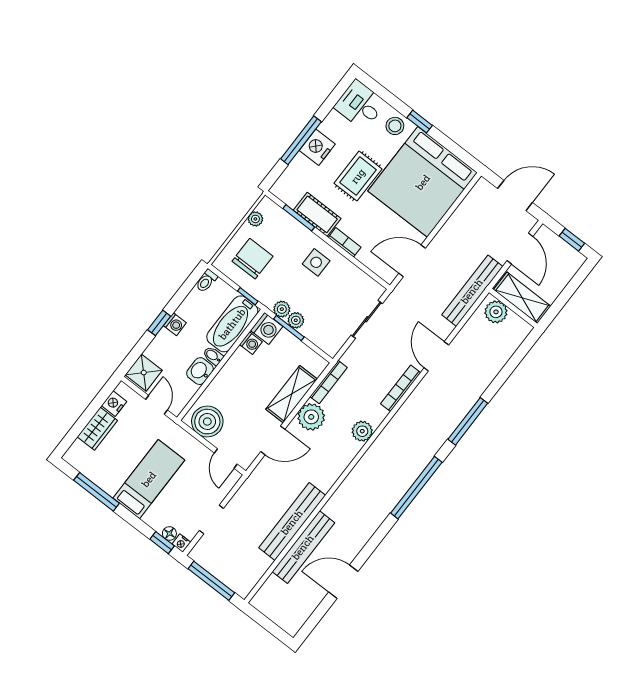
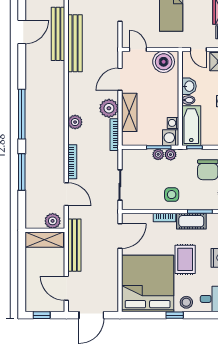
shelving: (522, 298) -> (44, 240), moved
wall: (513, 308) -> (45, 230), moved
plant: (496, 312) -> (53, 221), moved

